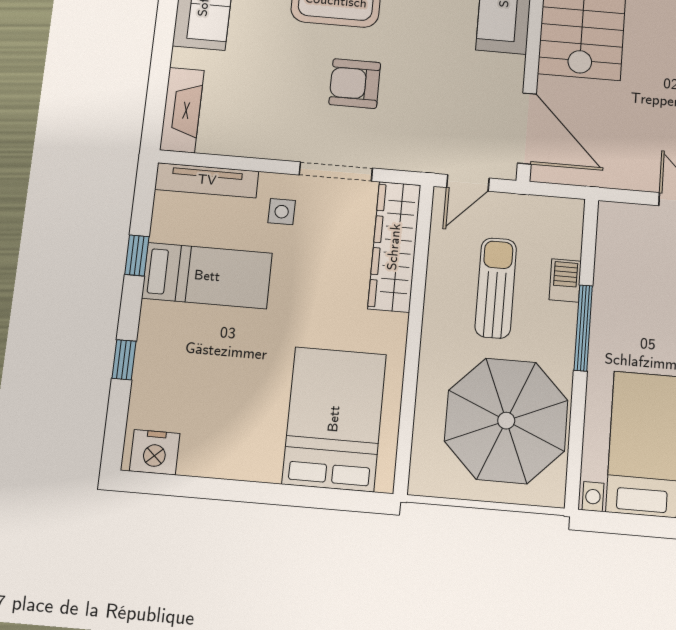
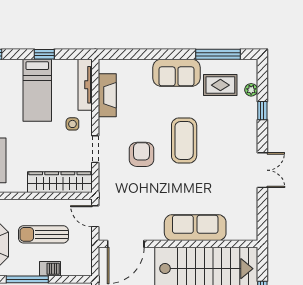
fireplace: (182, 110) -> (107, 95), moved, turned -90
doorway: (336, 171) -> (95, 149), width x0.73
sun lounger: (496, 288) -> (43, 234), turned 180

